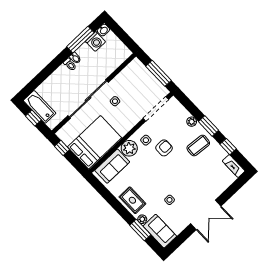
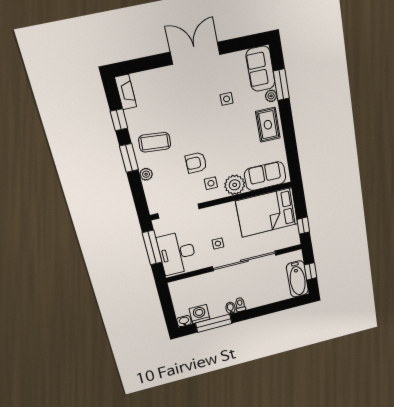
desk: (139, 79) -> (177, 253), added

